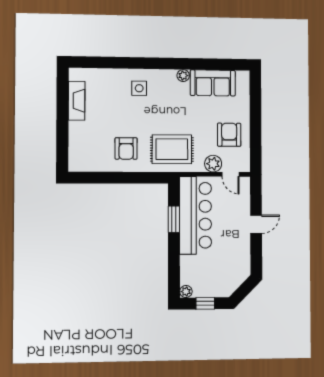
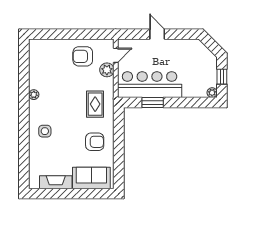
sofa: (213, 83) -> (91, 178), moved, turned -90
rug: (172, 149) -> (95, 104), width x0.73, depth x0.70

